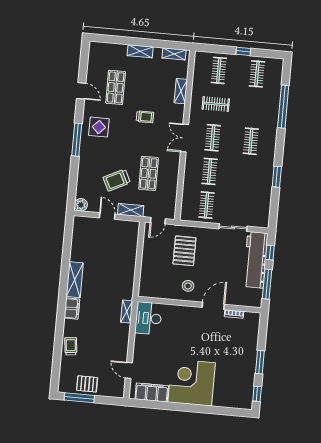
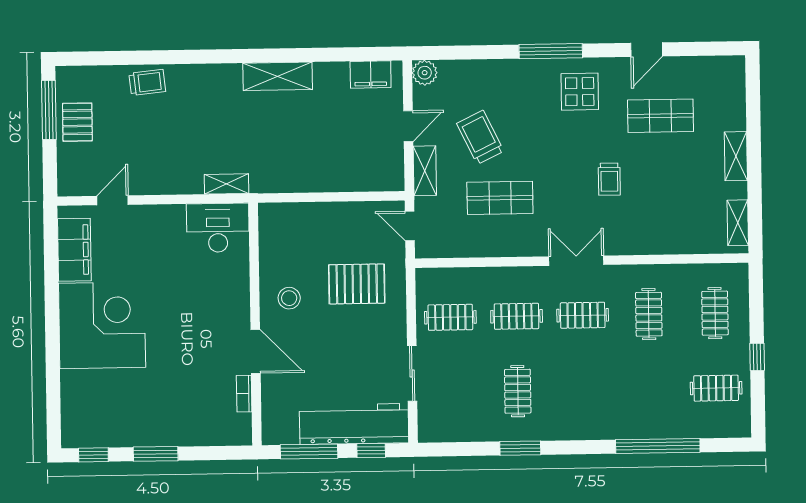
clothes rail: (219, 70) -> (715, 313), turned 90
shelving: (181, 91) -> (667, 244), removed
clothes rail: (251, 141) -> (518, 391), moved, turned 90
filing cabinet: (72, 308) -> (371, 74), moved

